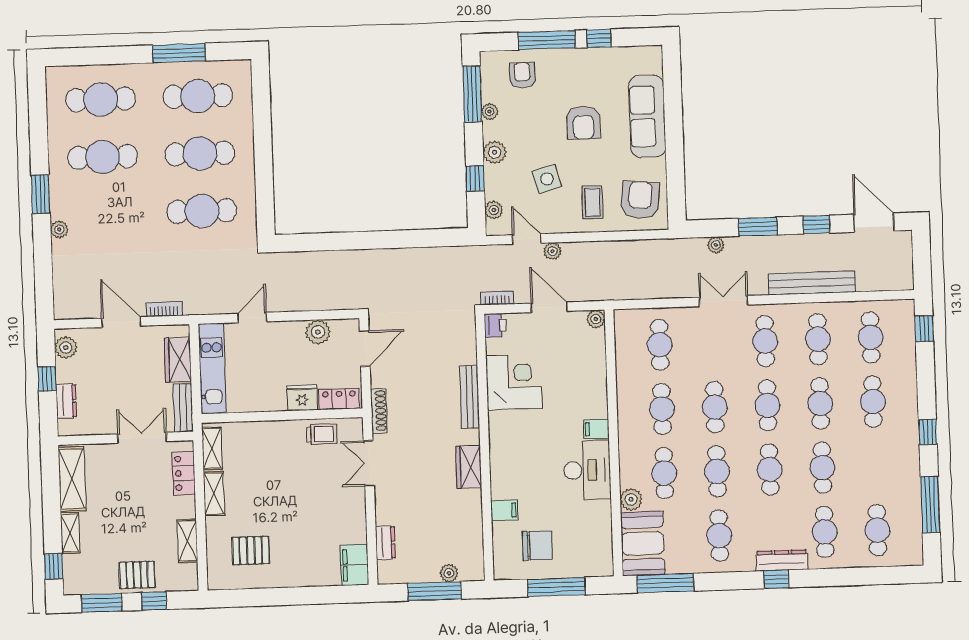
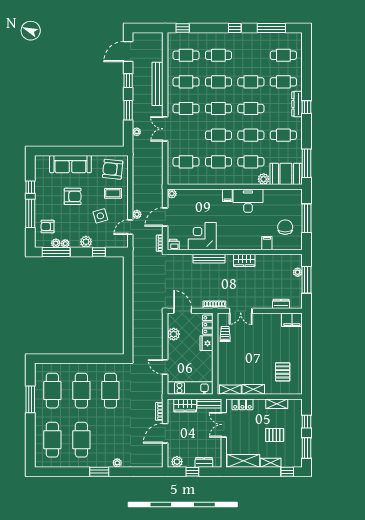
plant: (494, 210) -> (56, 243), moved
pallet: (137, 575) -> (275, 435), moved, turned 90

